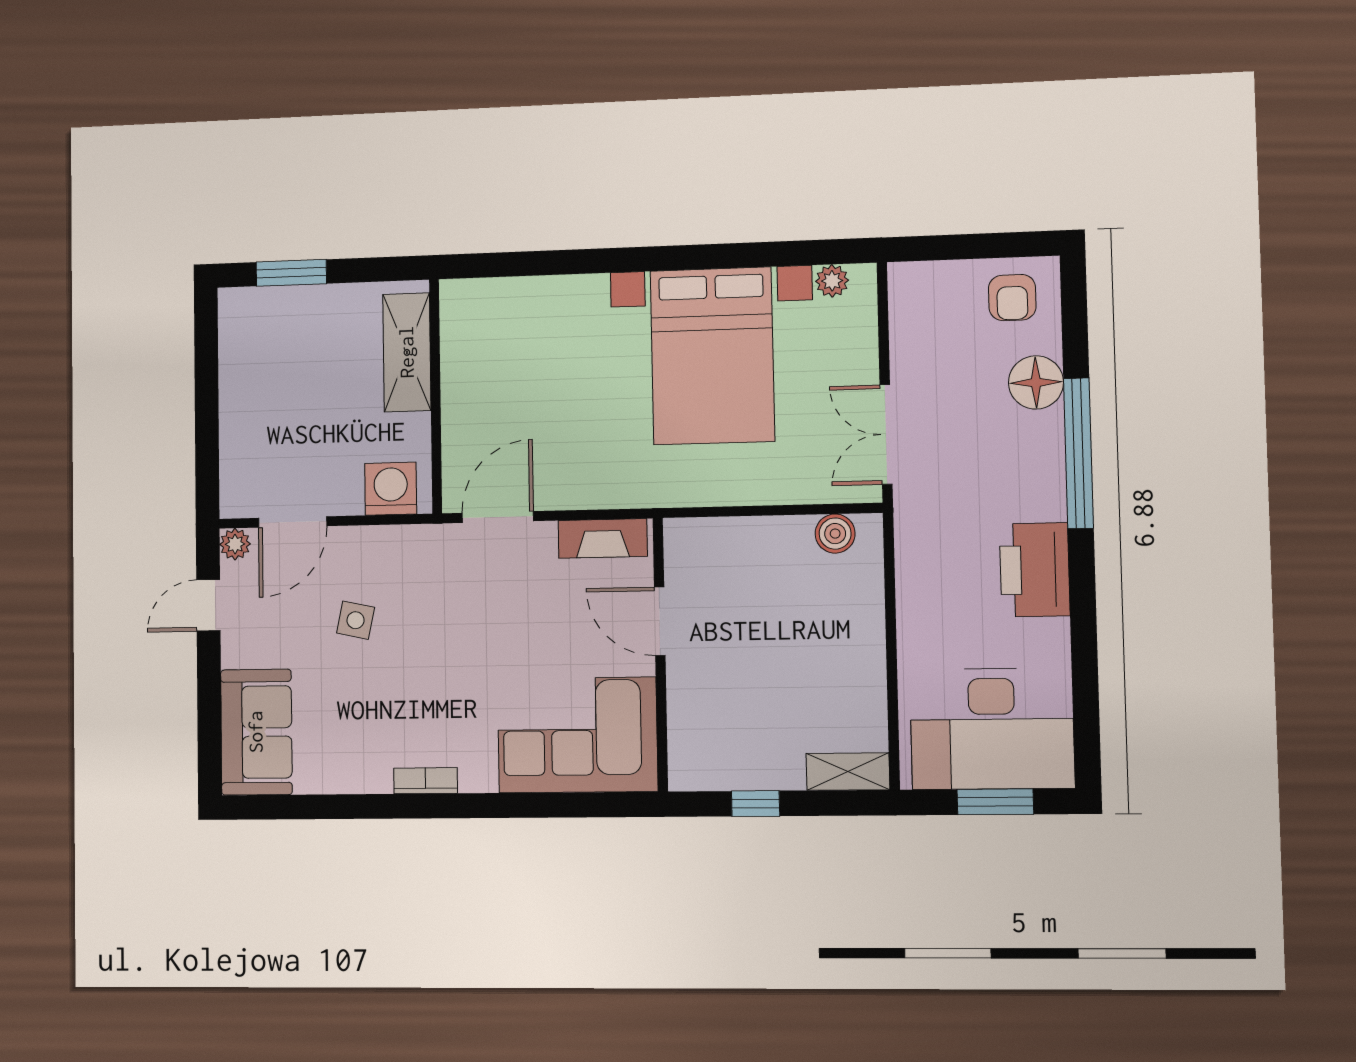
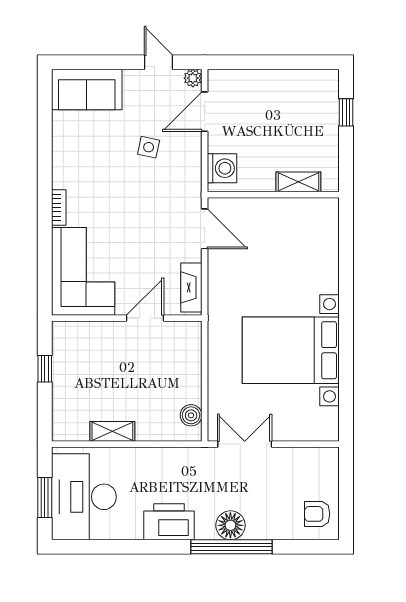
window: (291, 273) -> (346, 112), width x0.67
plant: (832, 281) -> (330, 417), removed
shelving: (407, 352) -> (298, 182), width x0.67, depth x0.75
floor lamp: (1036, 382) -> (230, 525), moved
door: (293, 522) -> (205, 112), hinge flipped
shelving: (848, 772) -> (112, 431), moved, turned 90
bookcase: (426, 781) -> (59, 208), moved

